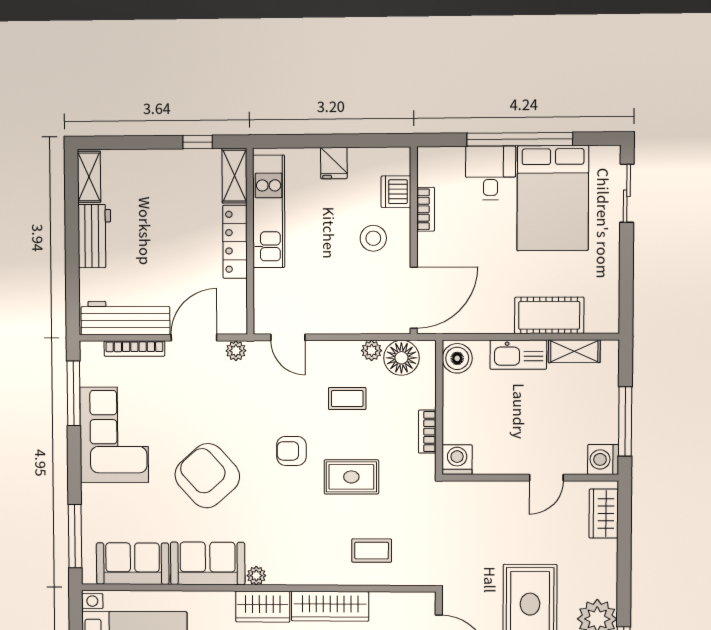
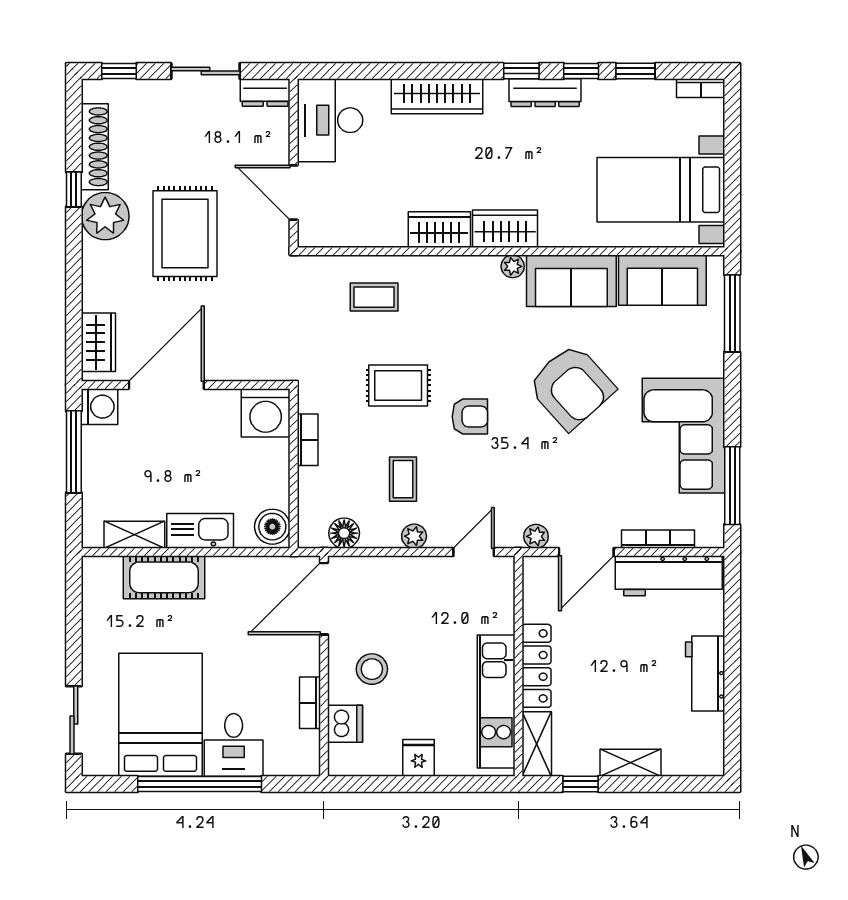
shelving: (89, 177) -> (631, 763), moved, turned 90
door: (288, 337) -> (474, 552), hinge flipped
plant: (372, 351) -> (414, 536), moved
floor lamp: (401, 358) -> (344, 533), width x0.73, depth x0.73
coffee table: (347, 399) -> (403, 479), turned 90
washing machine: (457, 460) -> (266, 413), width x1.37, depth x1.37
door: (546, 478) -> (166, 385), width x1.88
wardrobe: (330, 606) -> (439, 230), width x0.67

